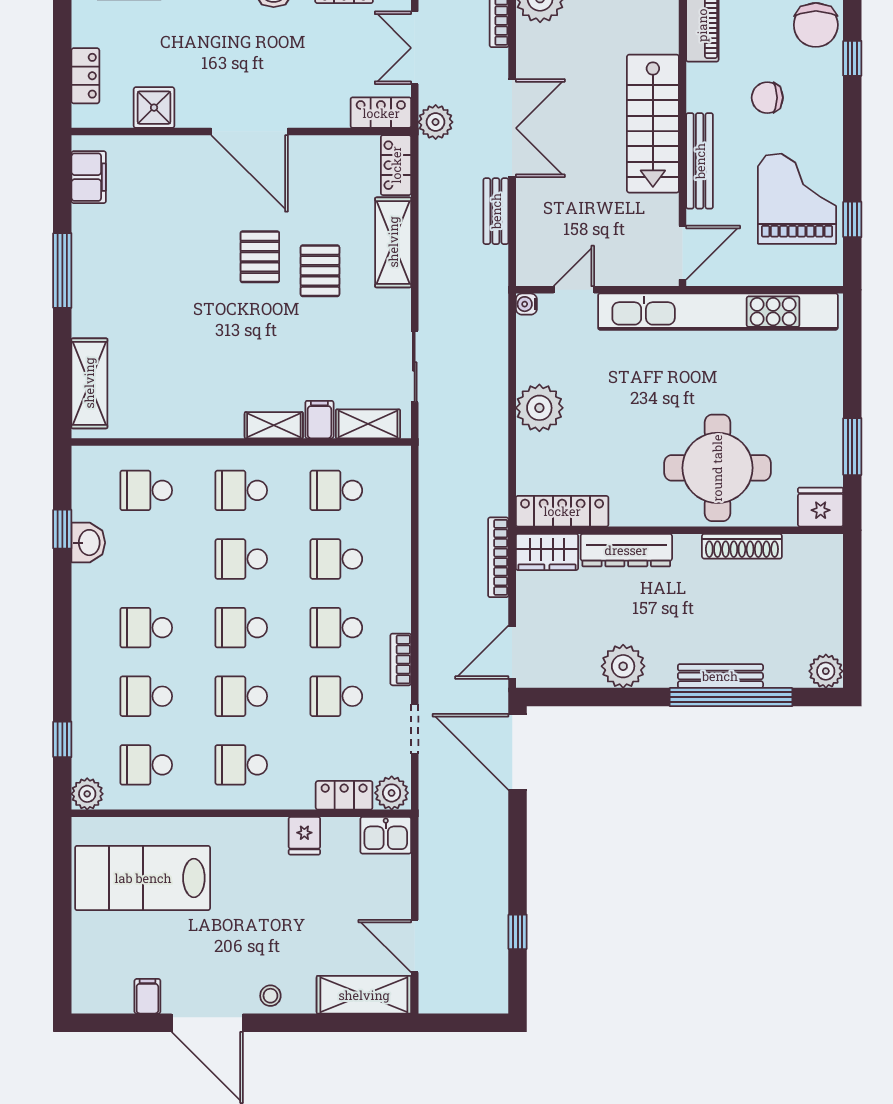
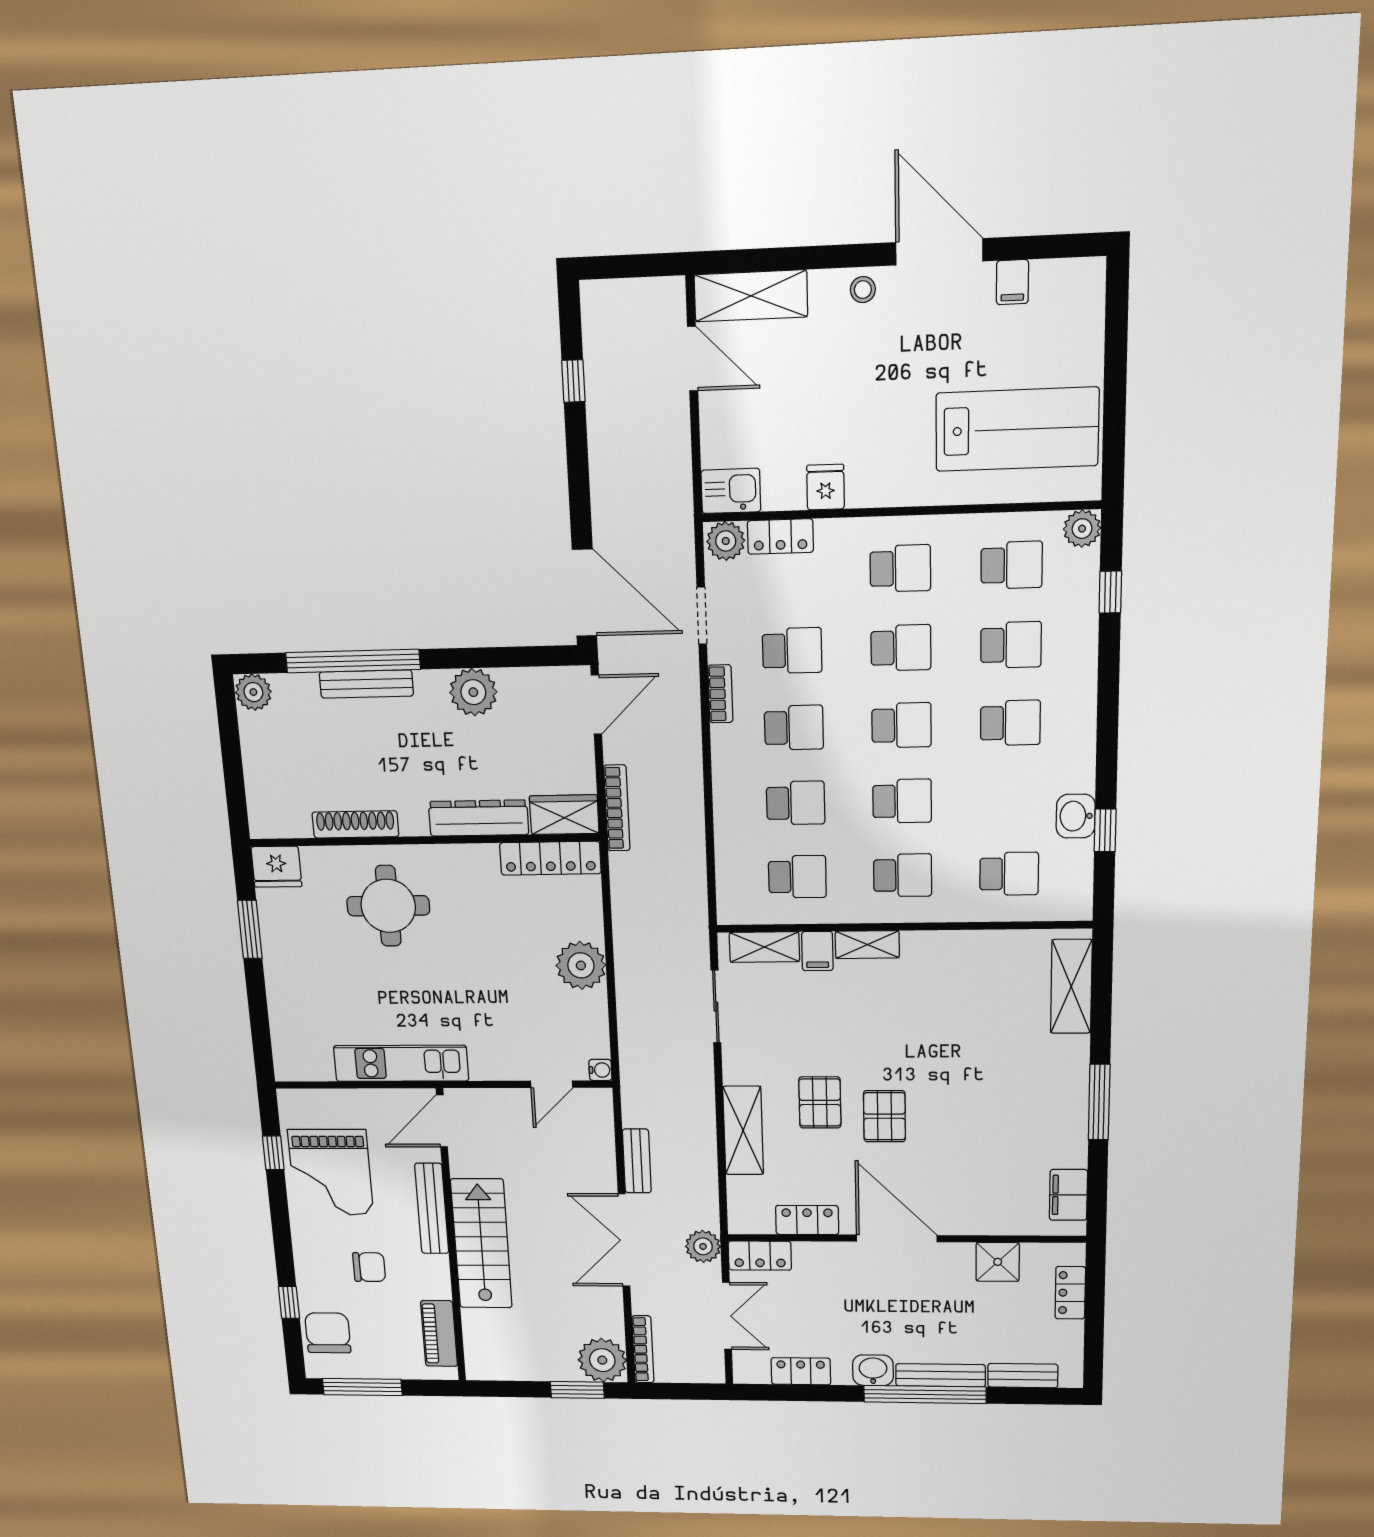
locker: (396, 165) -> (807, 1220), moved, turned -90
kitchen unit: (718, 312) -> (401, 1063), width x0.54
round table: (717, 468) -> (388, 906), width x0.73, depth x0.73

